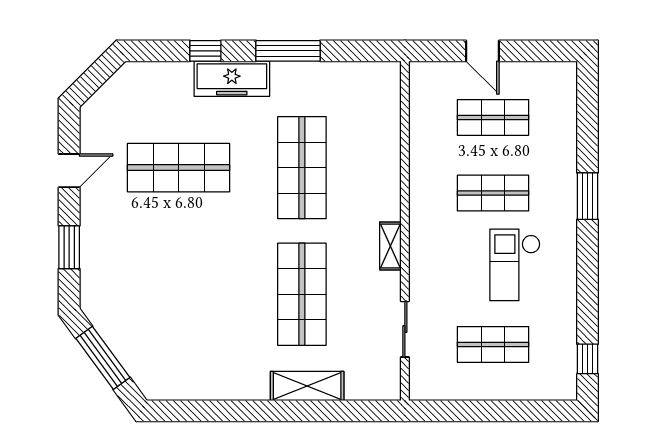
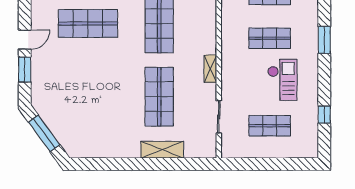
door: (69, 171) -> (25, 40), moved
checkout: (515, 265) -> (282, 80), turned 180
window: (587, 359) -> (324, 115), moved

